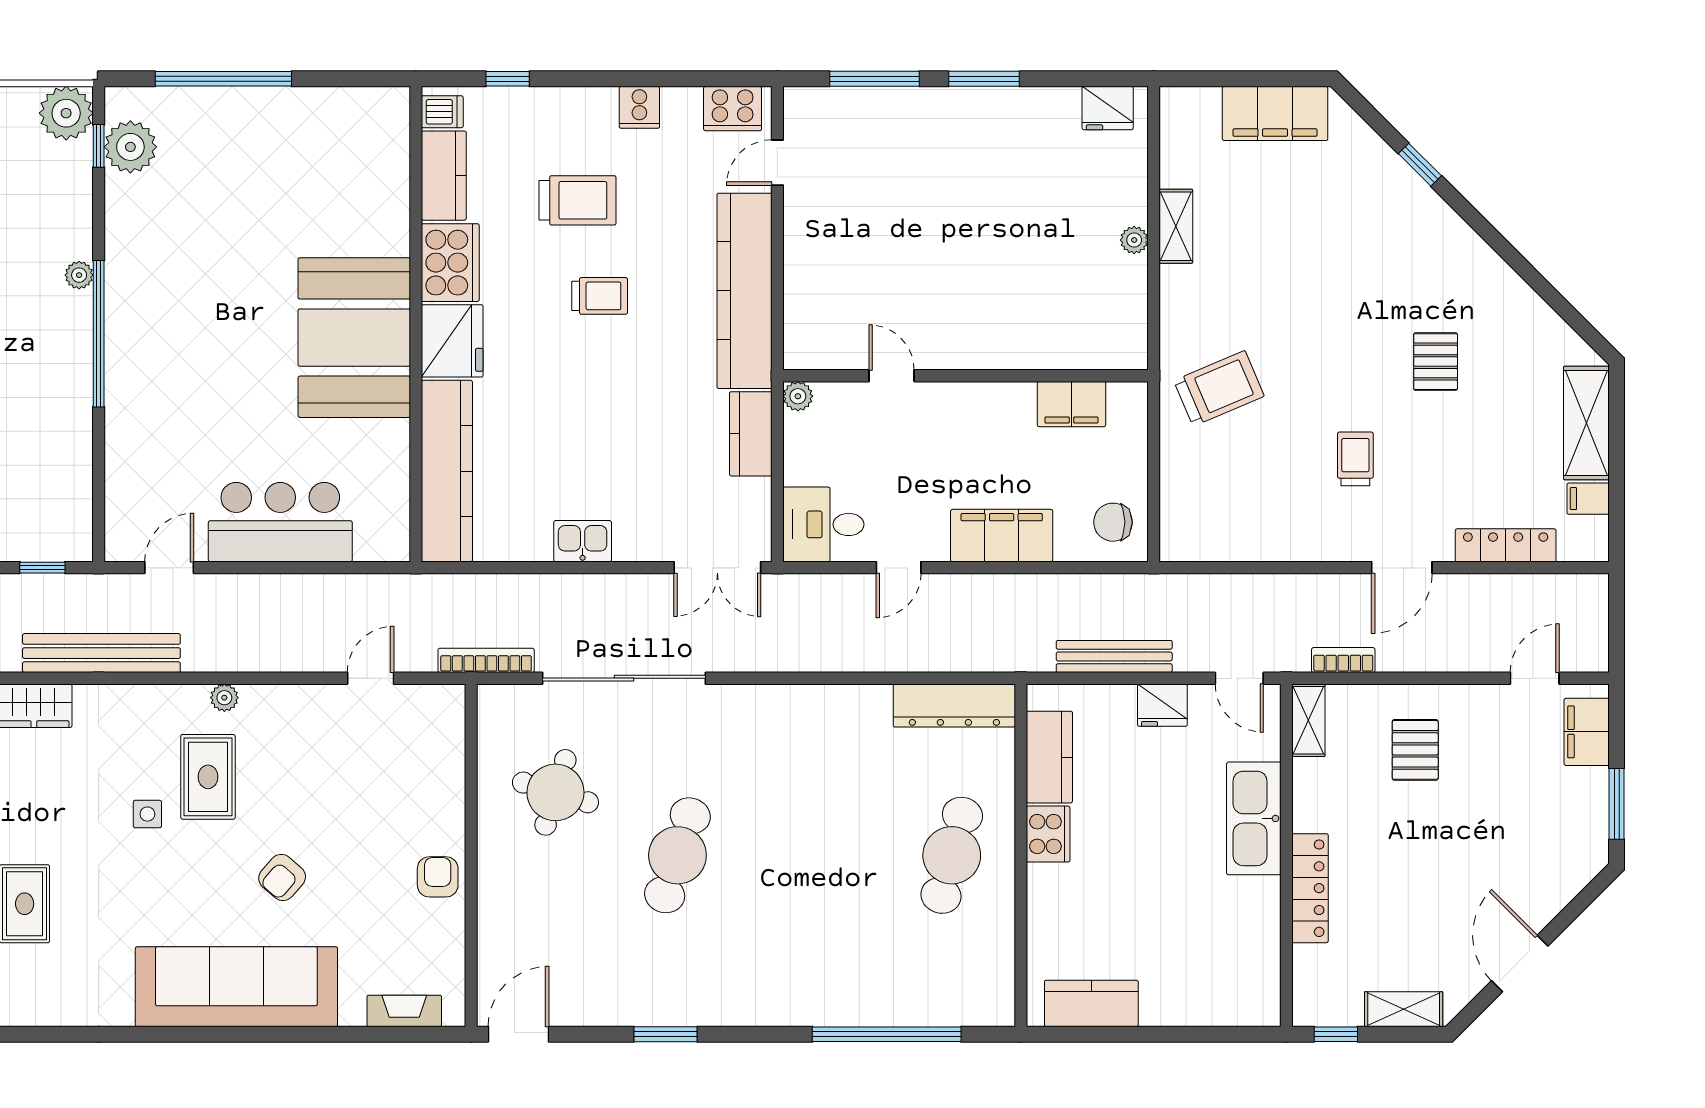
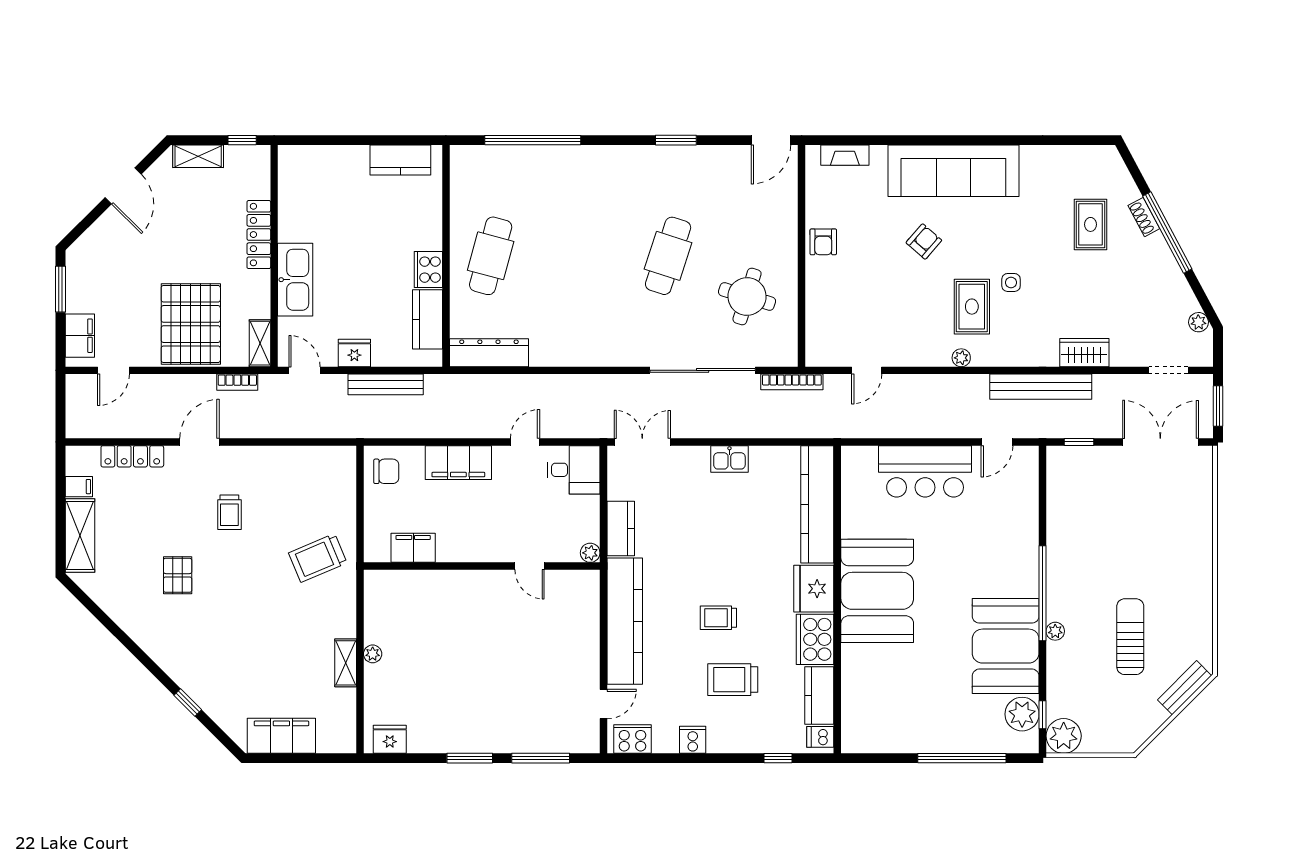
booth: (156, 252) -> (1006, 646), added
pallet: (1415, 750) -> (191, 324), width x2.05, depth x2.00

